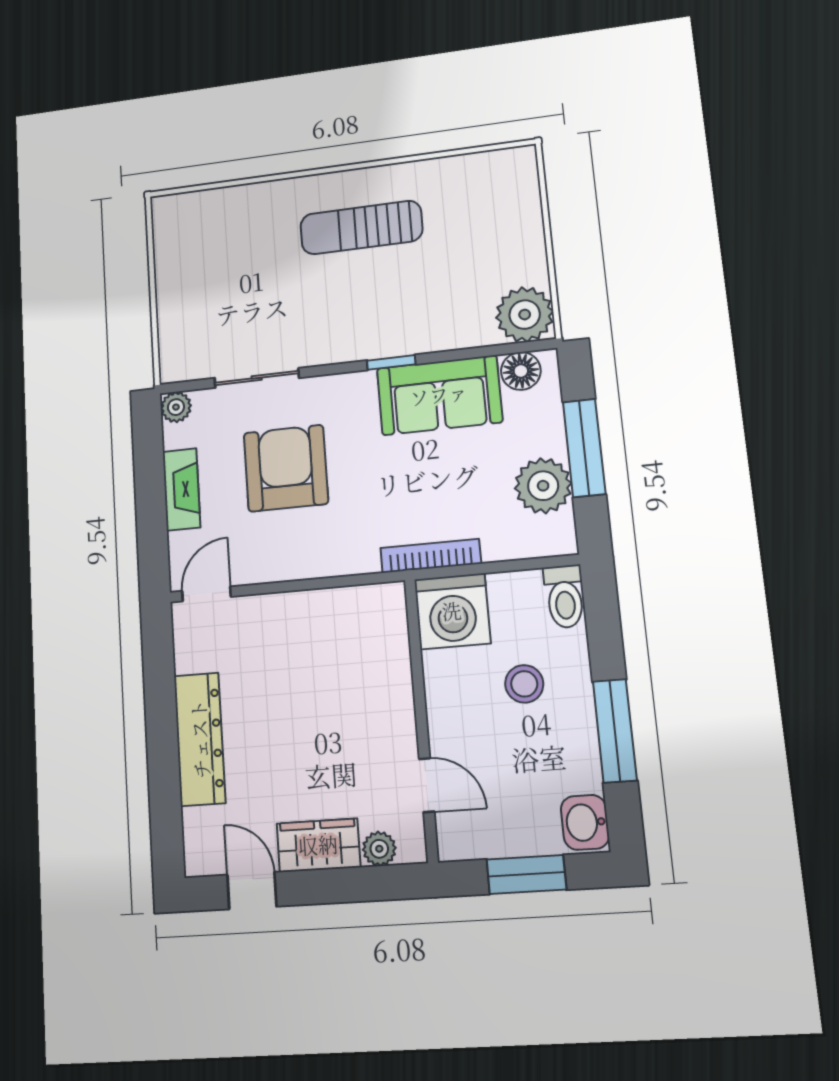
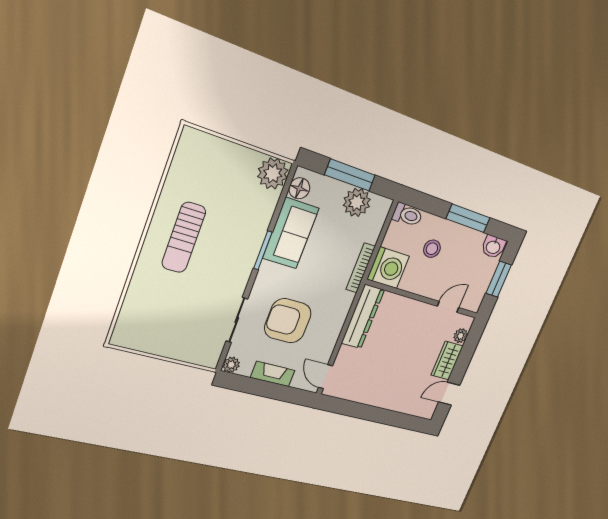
window: (391, 362) -> (263, 250), width x1.50
dresser: (200, 739) -> (363, 317), moved, turned 90

